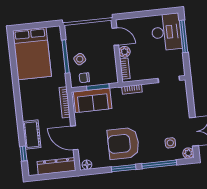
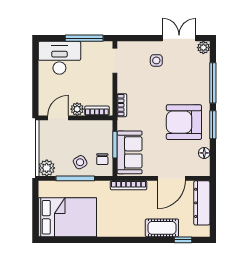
plant: (72, 31) -> (47, 168), added
window: (184, 36) -> (84, 38), moved
armchair: (123, 143) -> (184, 122), turned 90
side table: (170, 143) -> (156, 60), moved
floor lamp: (87, 165) -> (204, 153), moved

